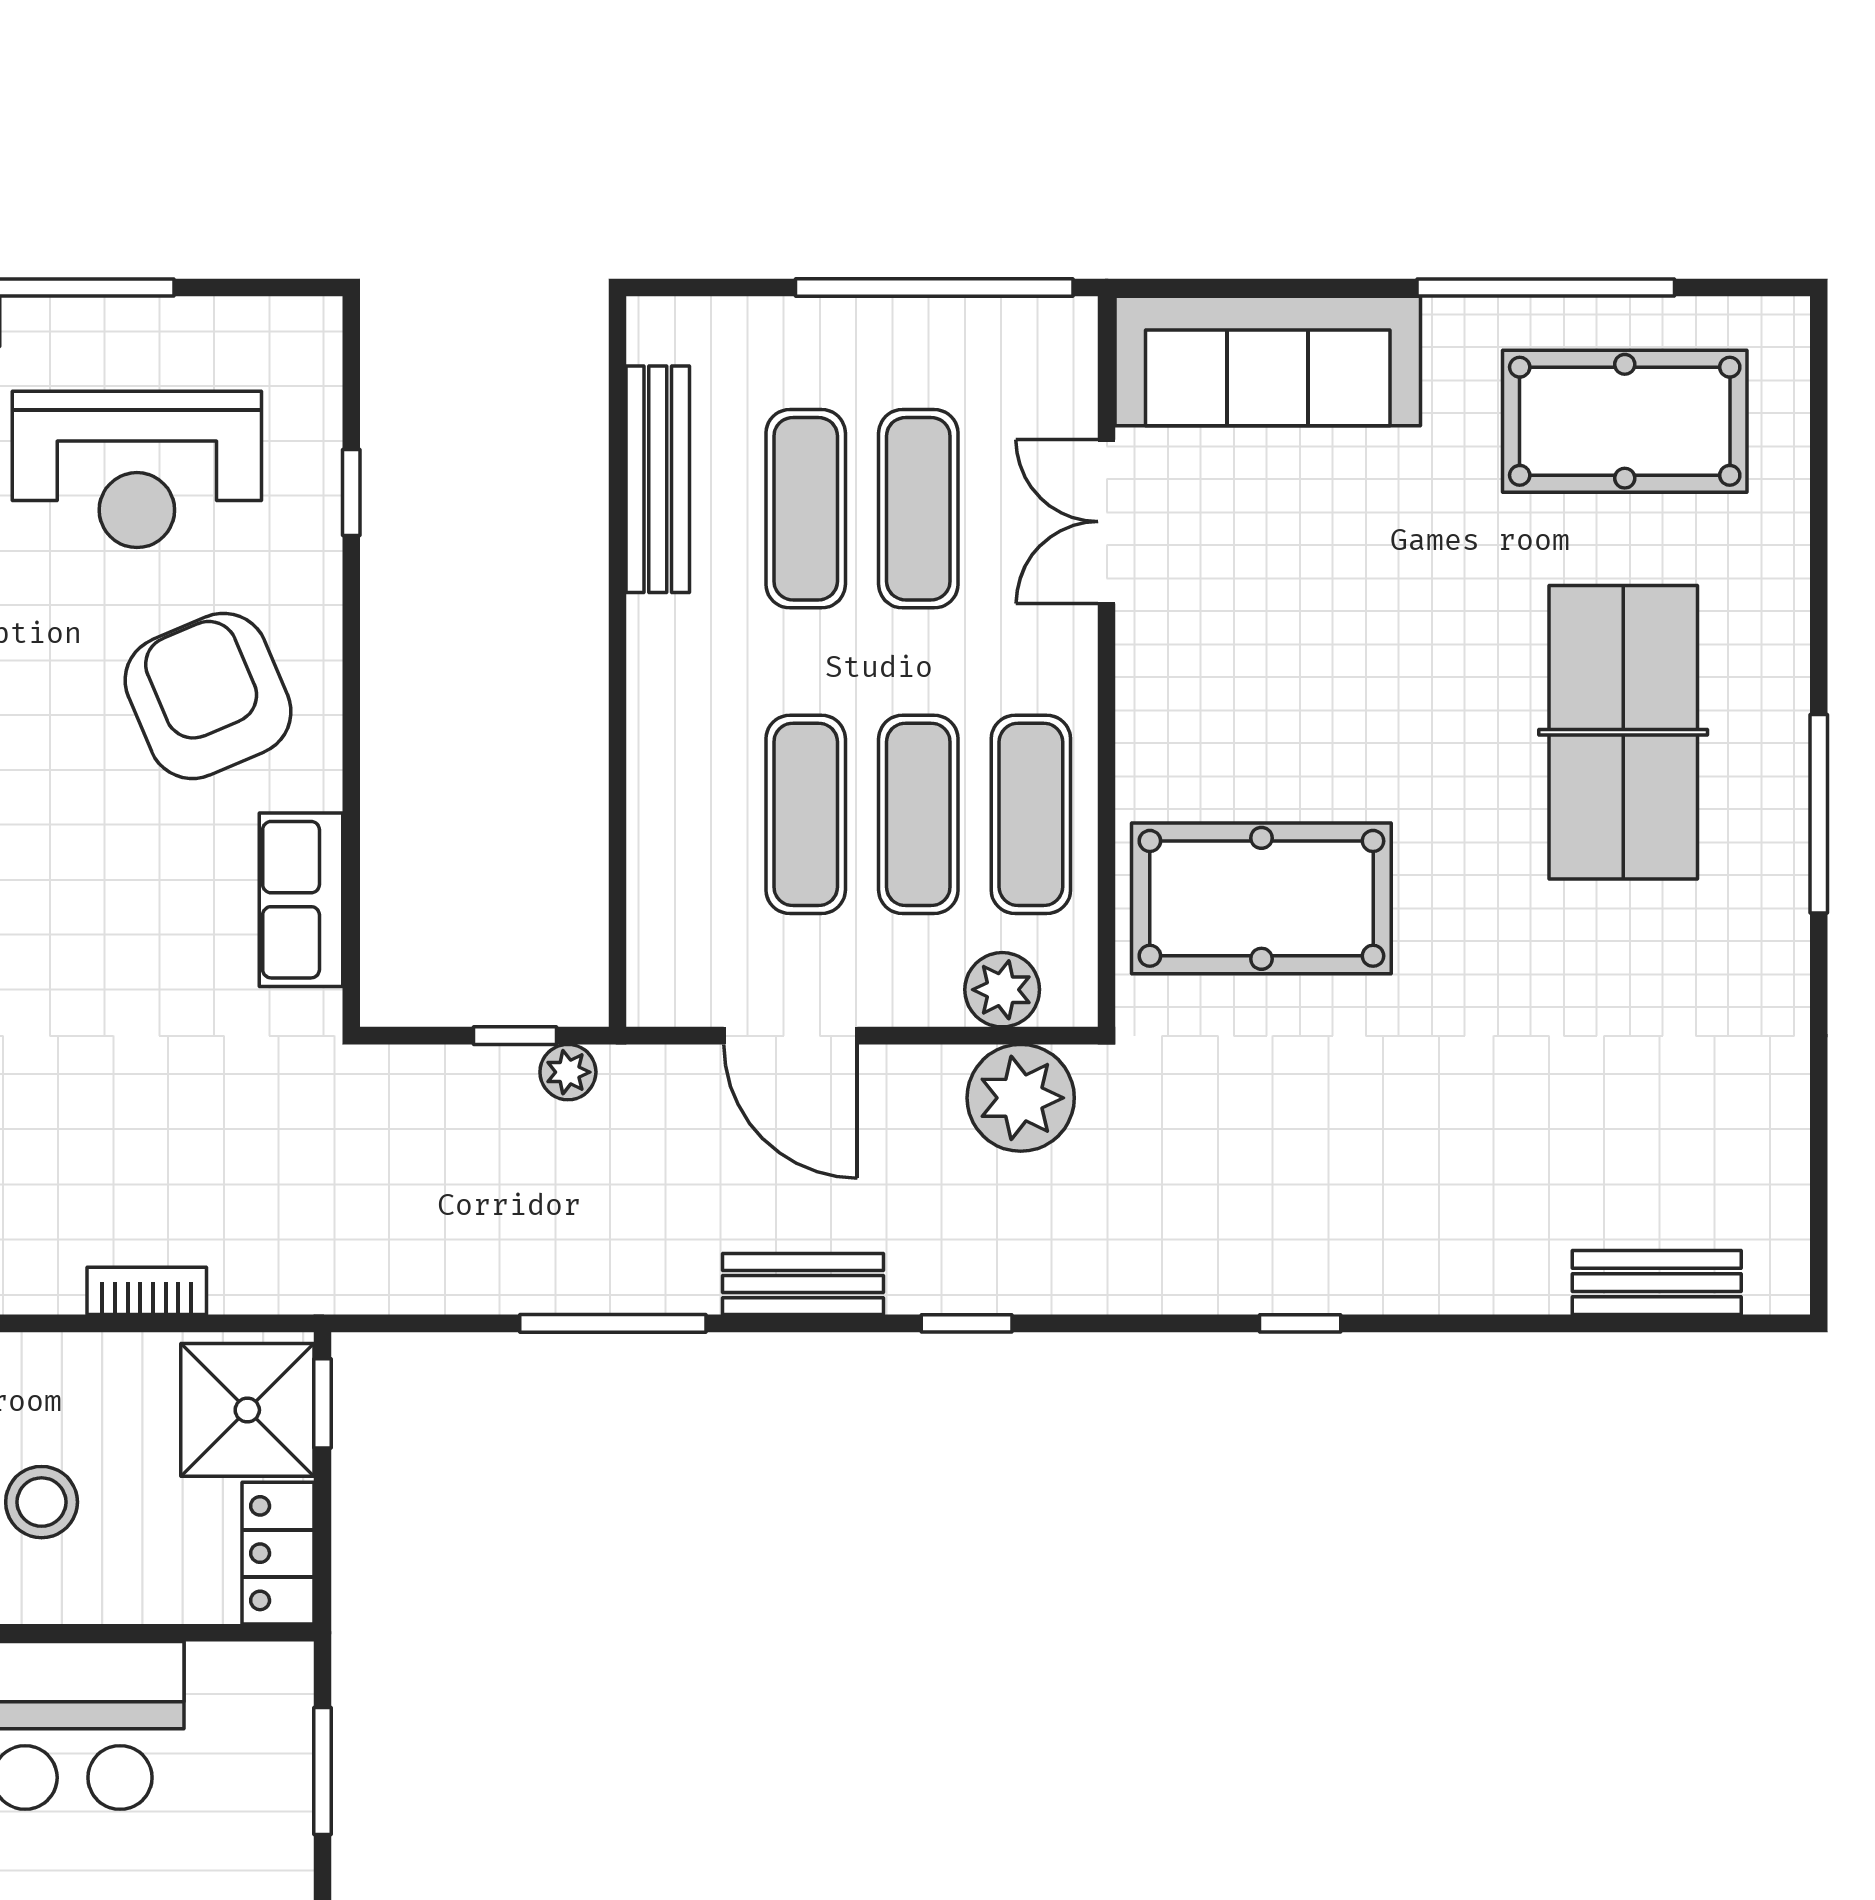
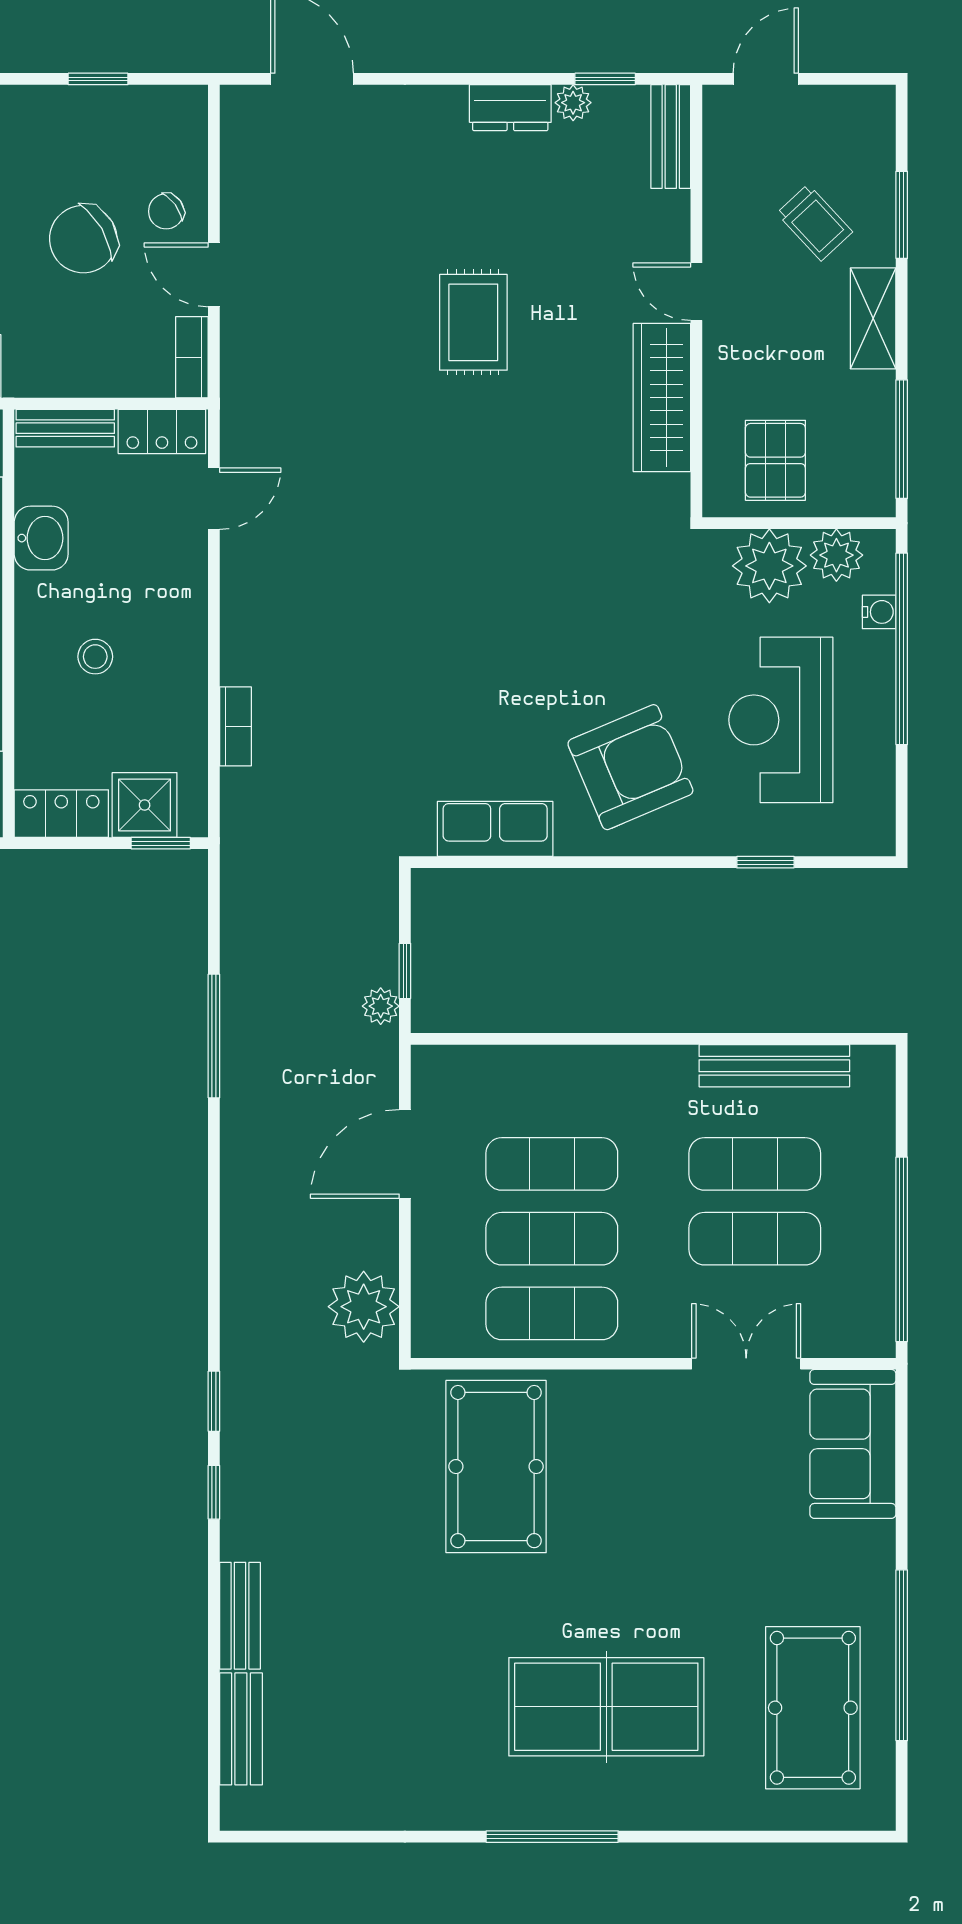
sofa: (1268, 361) -> (853, 1444), width x0.73
plant: (1002, 990) -> (435, 1294), removed
bench: (803, 1284) -> (240, 1616), moved
window: (967, 1323) -> (214, 1401), moved
shower: (247, 1410) -> (145, 805), width x0.73, depth x0.73
stool: (42, 1502) -> (95, 657), width x0.73, depth x0.73

